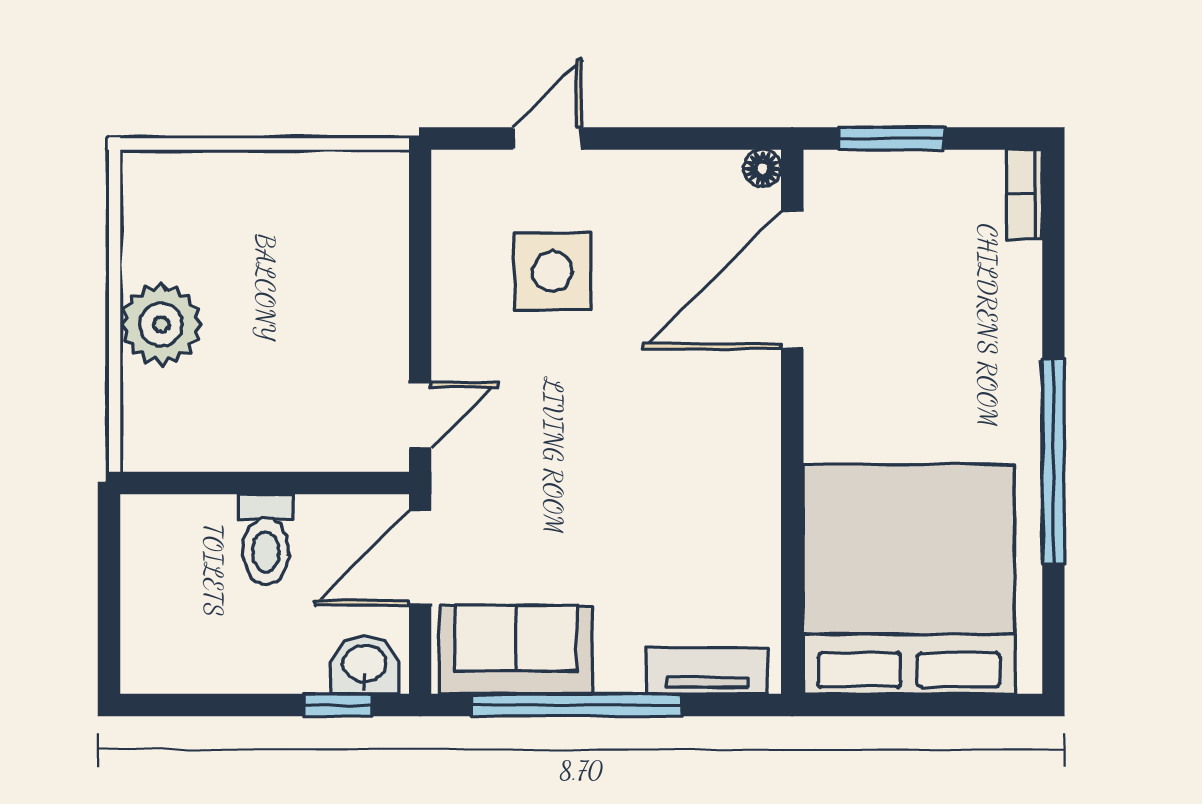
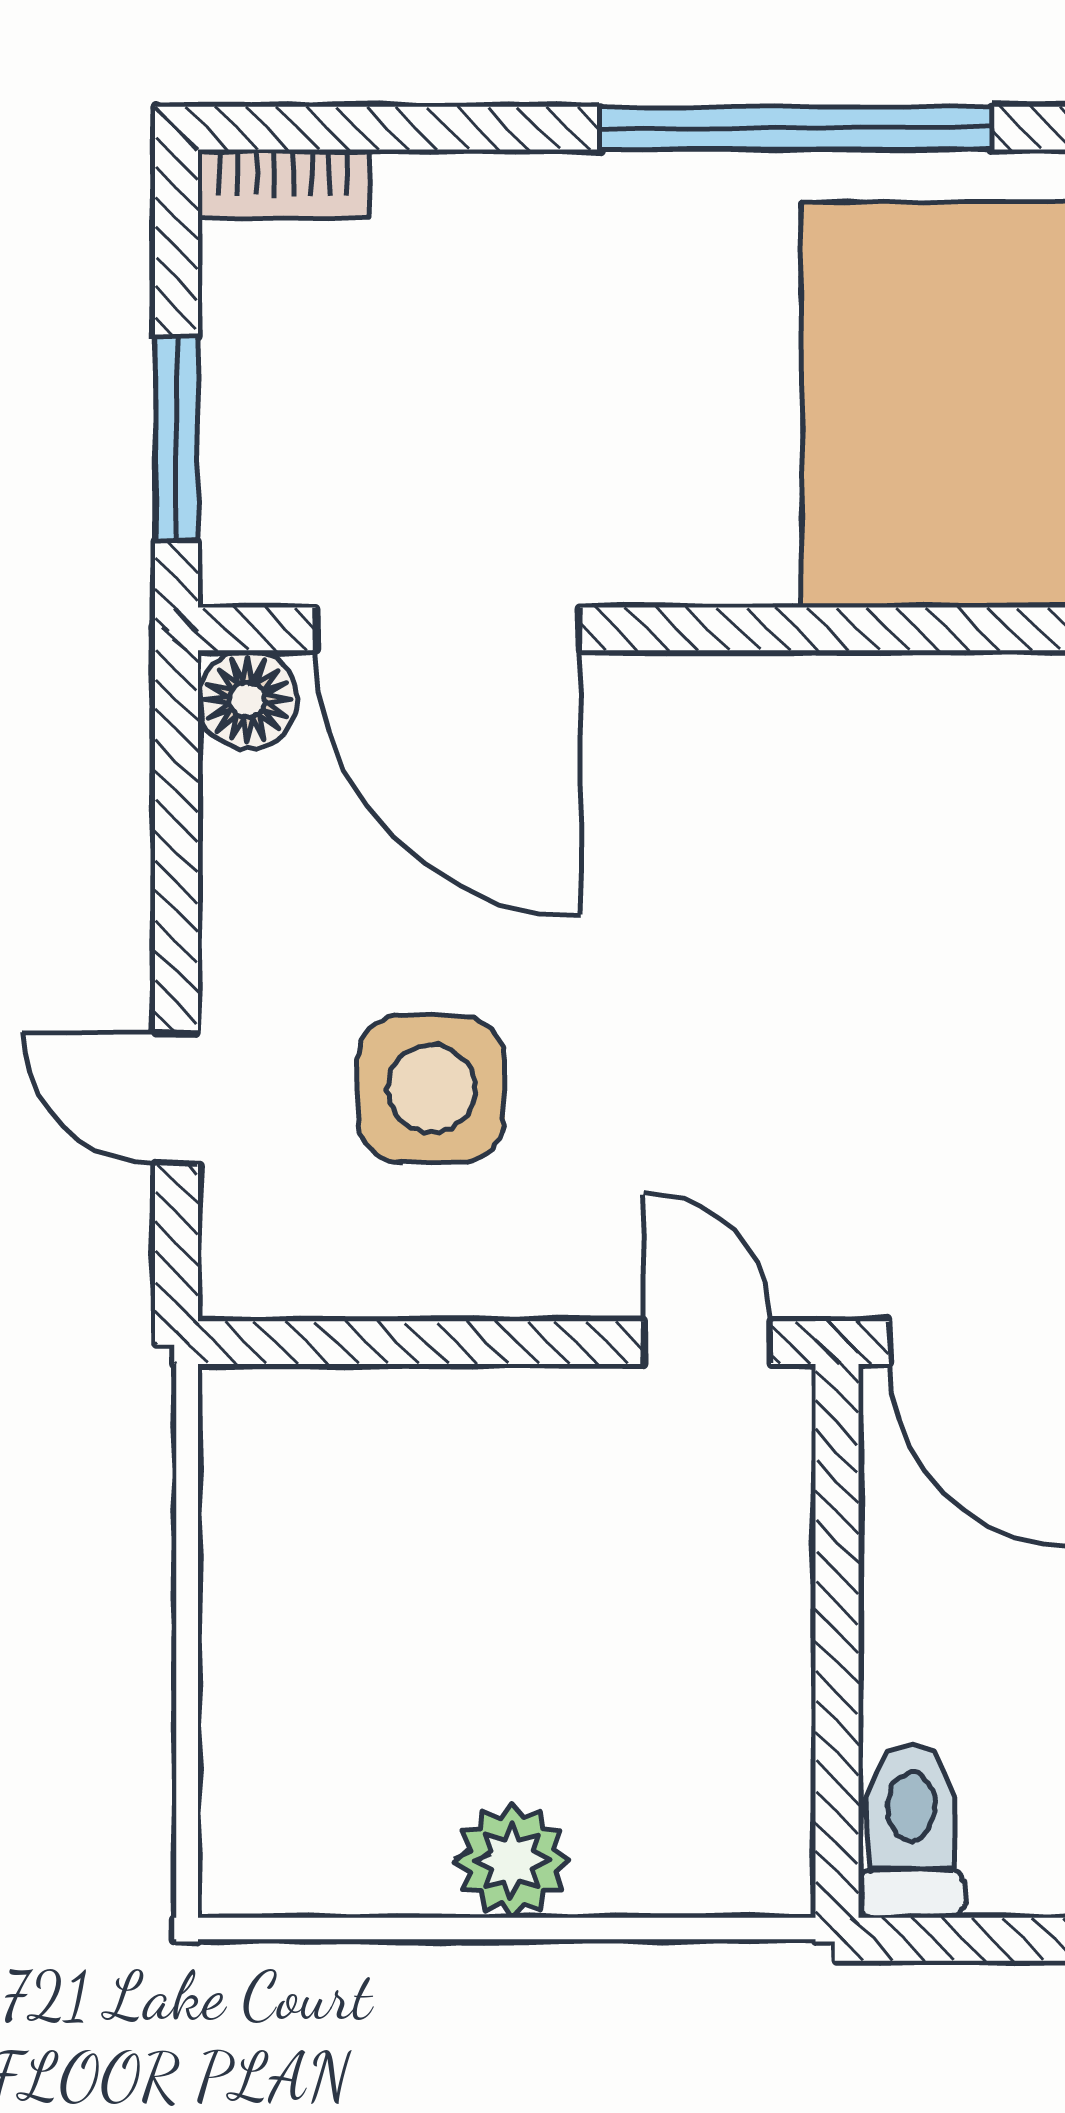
floor lamp: (762, 168) -> (247, 700), width x1.37, depth x1.37
plant: (161, 324) -> (512, 1860), width x0.73, depth x0.73
toilet: (266, 539) -> (911, 1831), moved, turned -90

